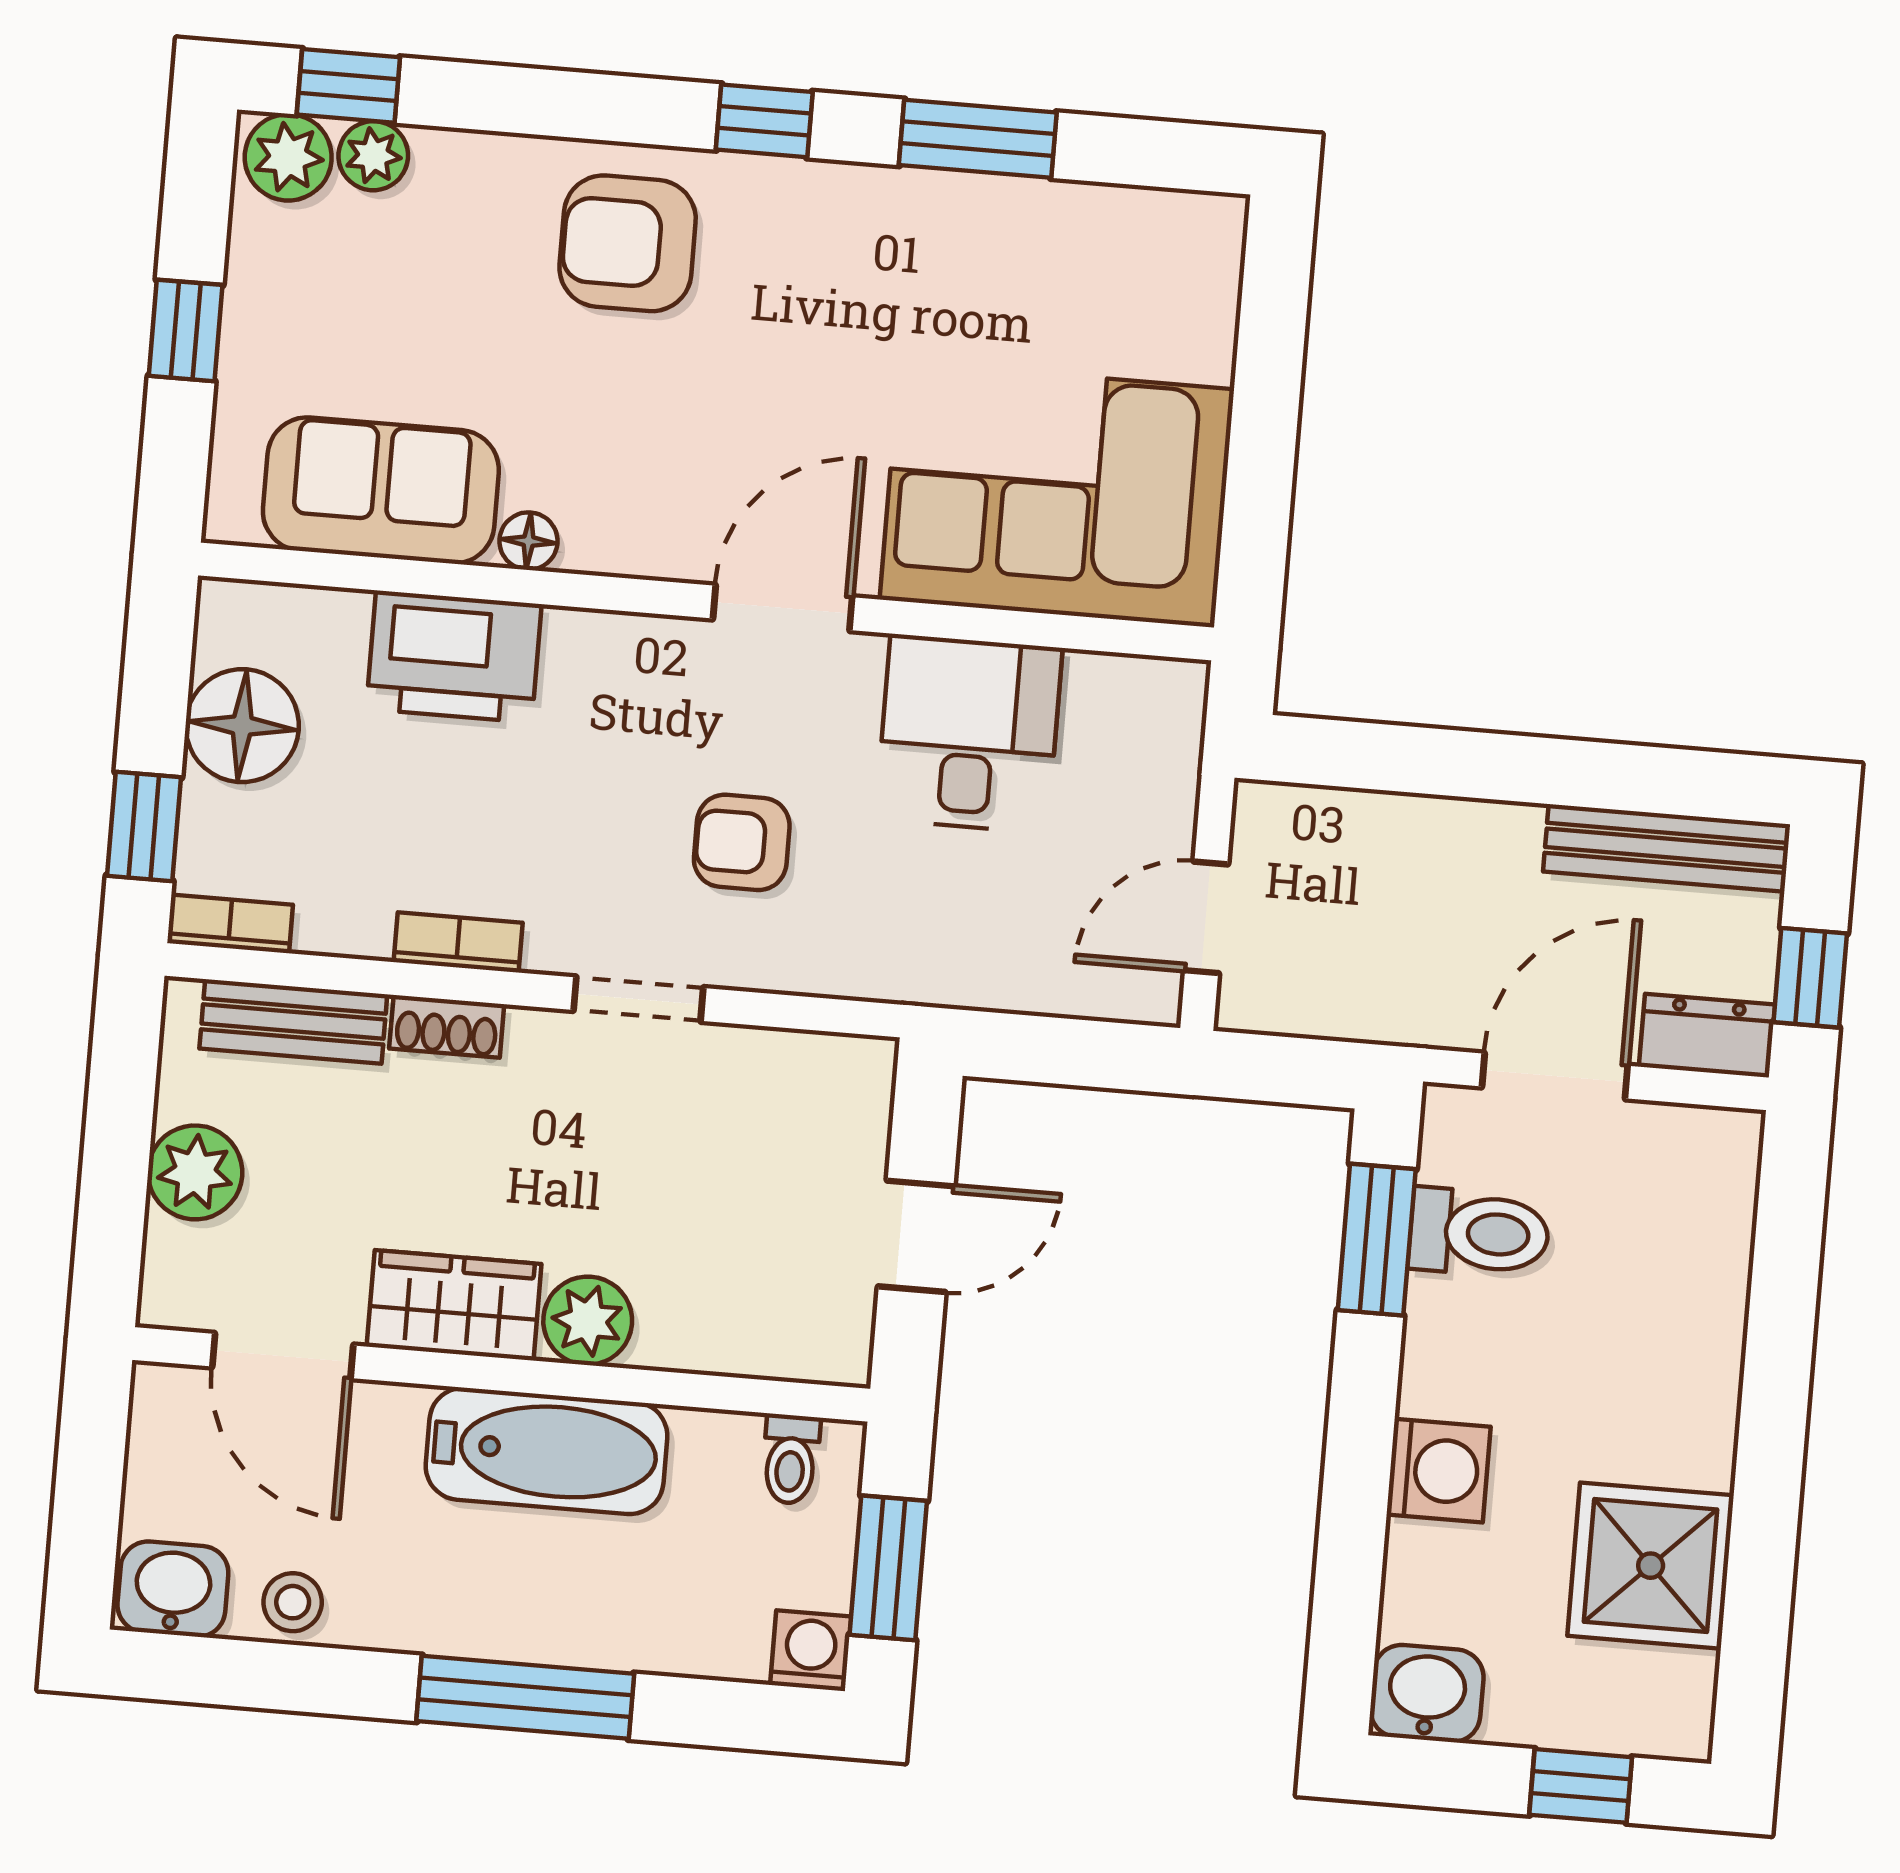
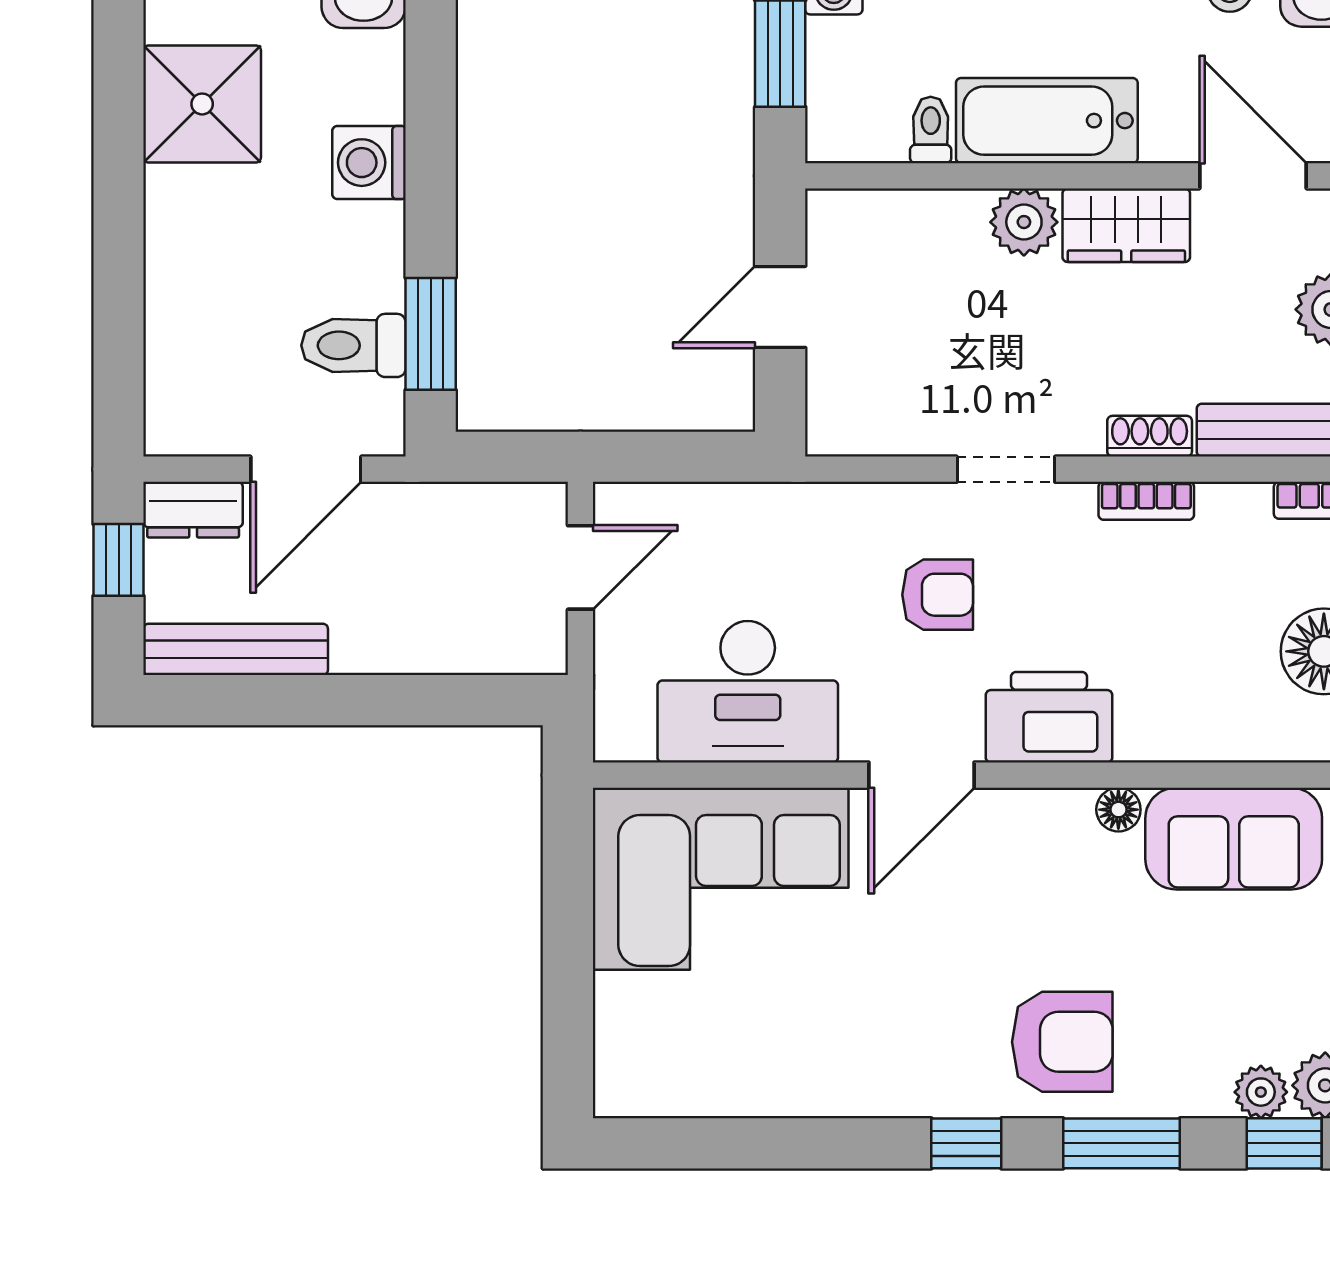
window: (978, 139) -> (1121, 1143), moved
printer: (454, 657) -> (1049, 717), moved
desk: (969, 733) -> (748, 692), width x1.37
toilet: (791, 1459) -> (931, 130), moved

